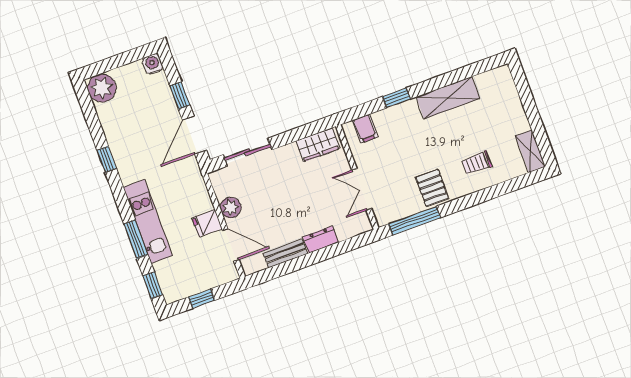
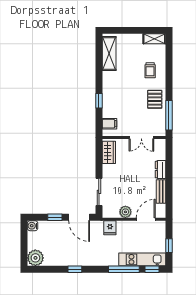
shelving: (448, 98) -> (109, 54), moved
pallet: (432, 188) -> (155, 99), turned 90
kitchen unit: (148, 221) -> (142, 259), moved
fridge: (207, 223) -> (110, 228), moved
window: (136, 239) -> (124, 269), width x1.44

